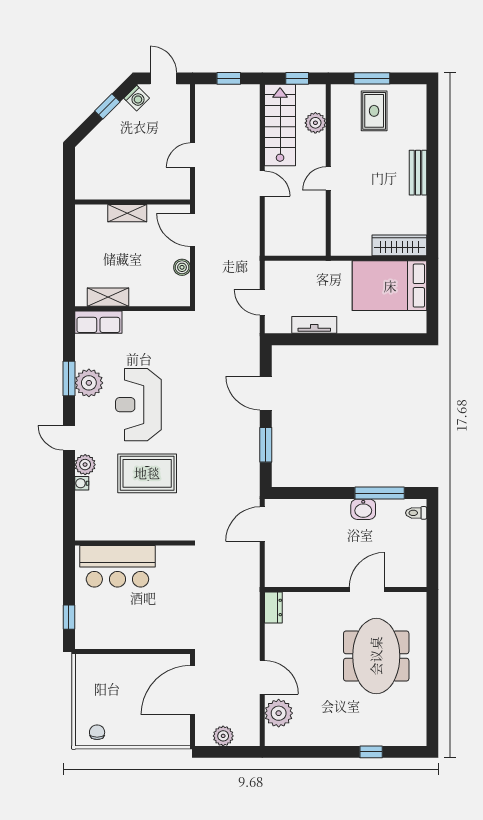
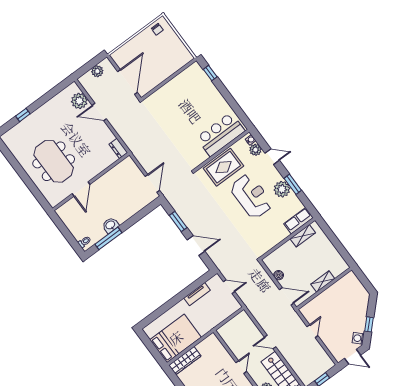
wall: (133, 543) -> (222, 150), moved
bar counter: (117, 566) -> (221, 134), moved

